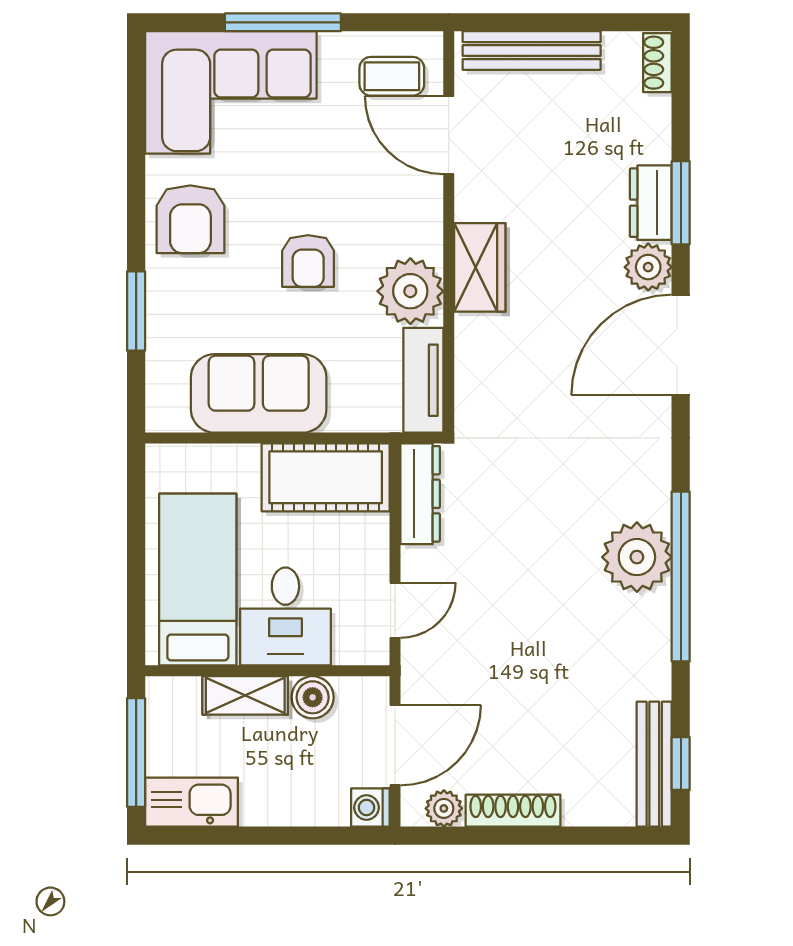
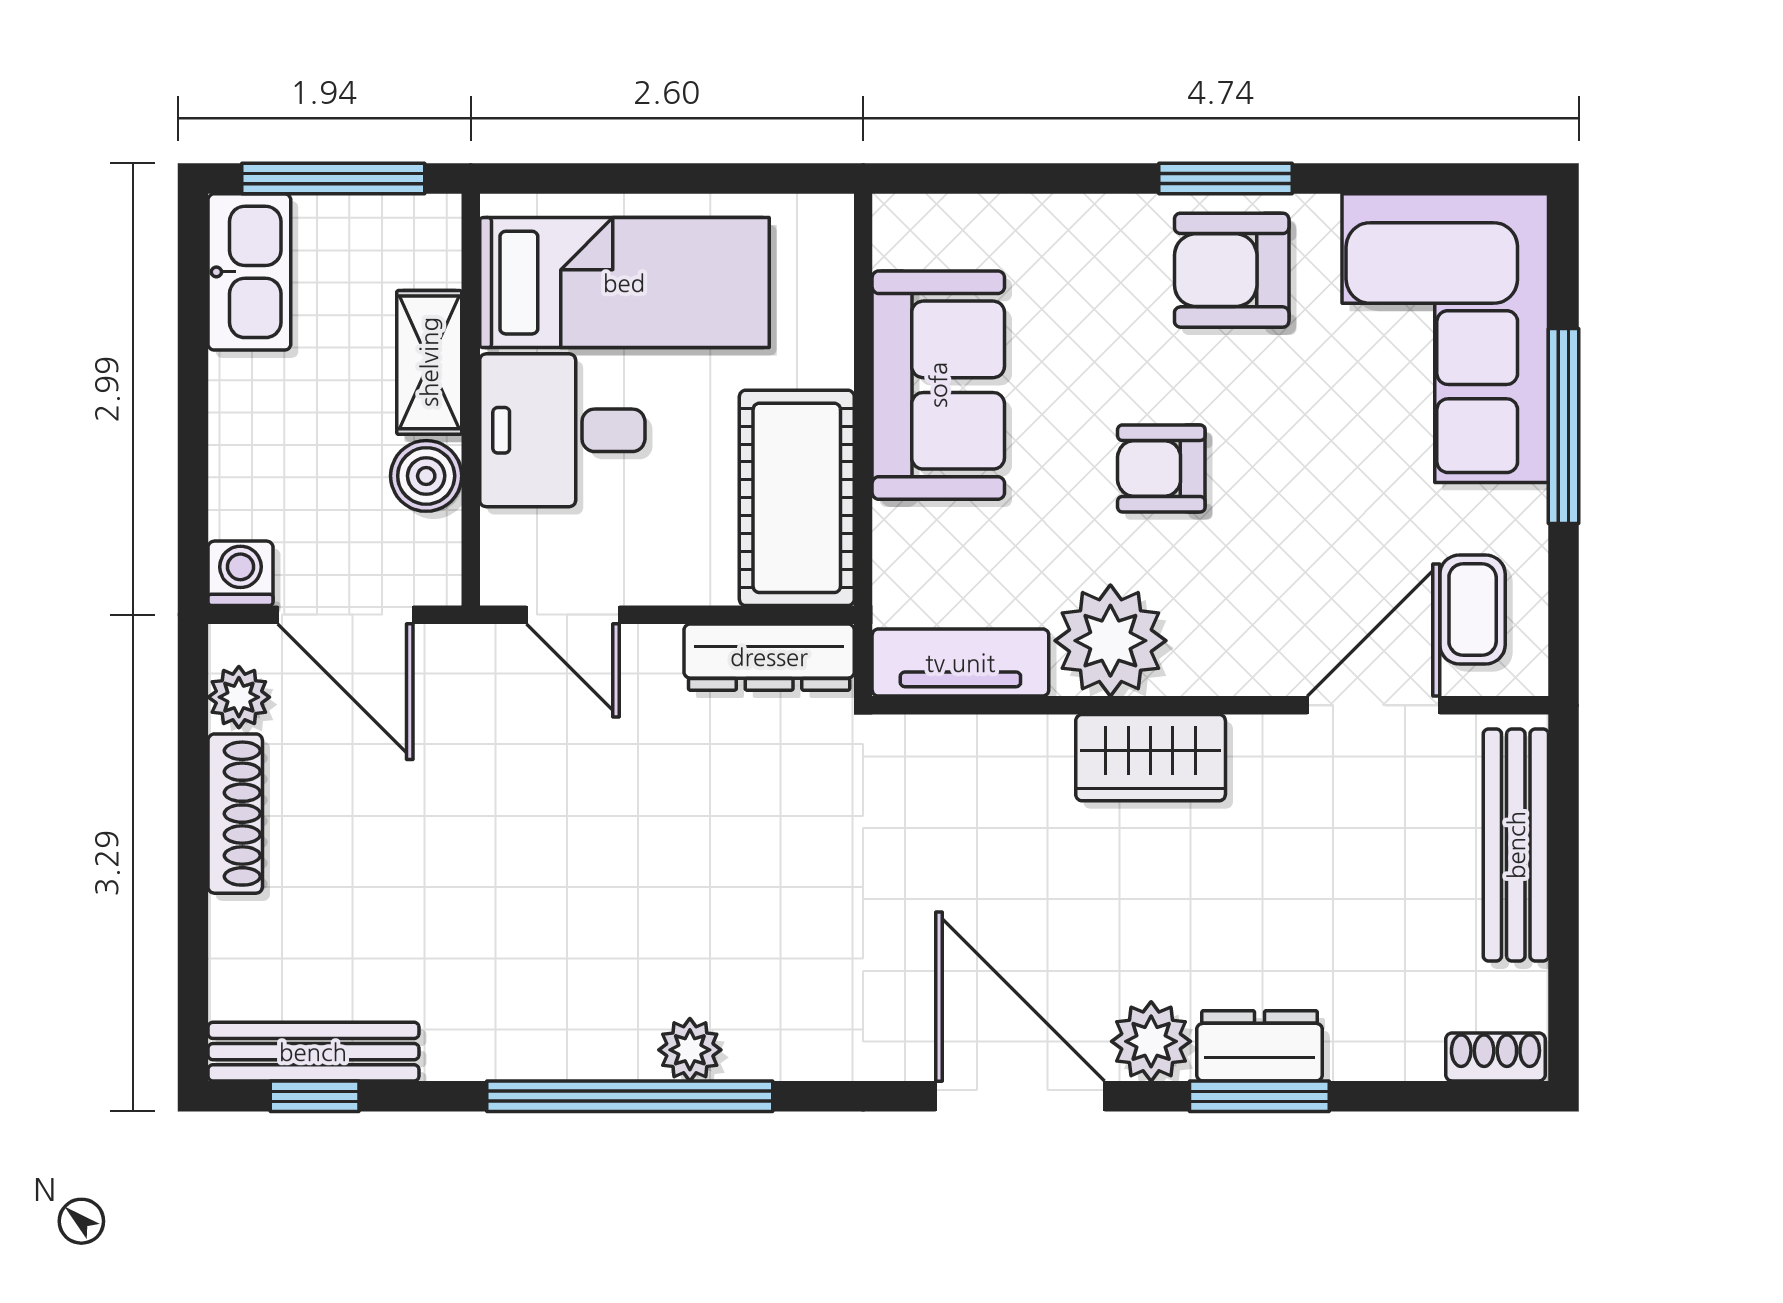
window: (136, 311) -> (1226, 179), moved
plant: (637, 557) -> (690, 1050), width x0.53, depth x0.53

